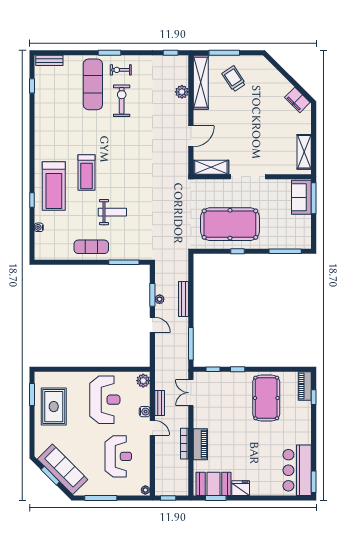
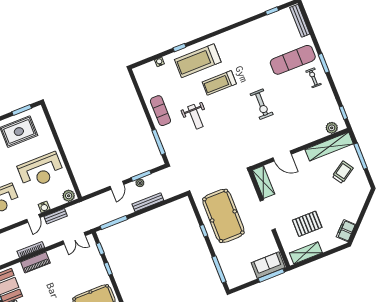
bench: (49, 60) -> (300, 21), width x1.36
plant: (182, 92) -> (332, 128), moved
exercise bike: (122, 101) -> (262, 104), moved, turned 90
pallet: (274, 138) -> (307, 224), added
double door: (191, 393) -> (74, 238), swing flipped

